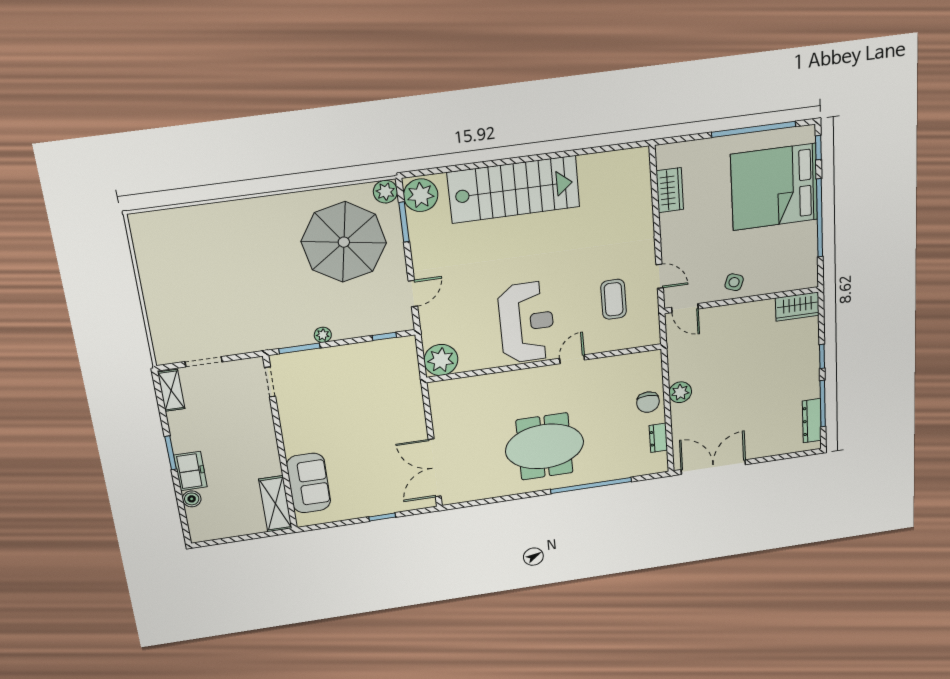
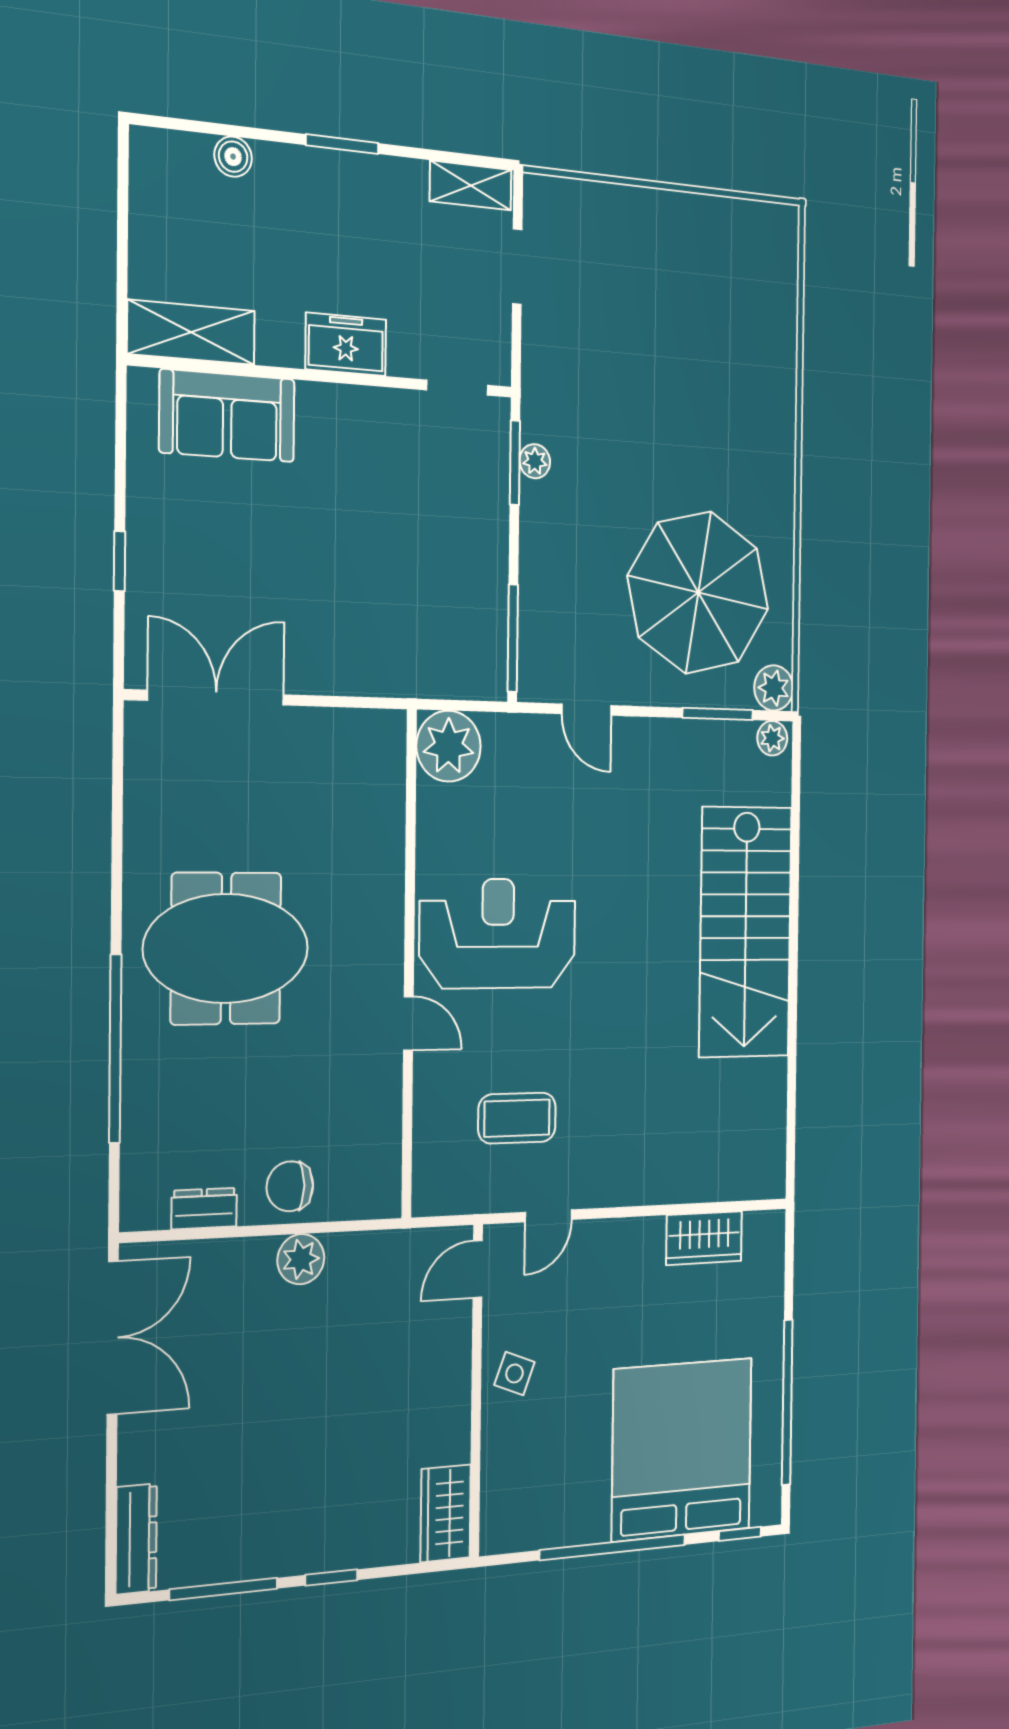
plant: (421, 195) -> (772, 738), width x0.53, depth x0.53
reception desk: (527, 322) -> (498, 934), turned 180
plant: (323, 335) -> (535, 461), moved
window: (384, 336) -> (513, 638), width x2.17
dresser: (812, 421) -> (136, 1539), moved, turned 90
meeting table: (545, 446) -> (226, 948), turned 90
freezer: (190, 471) -> (346, 344), moved, turned 180

